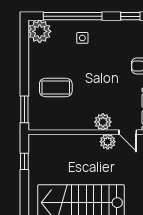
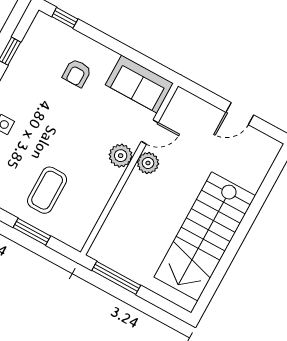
window: (24, 109) -> (32, 232), moved
window: (24, 161) -> (116, 278), width x2.17

